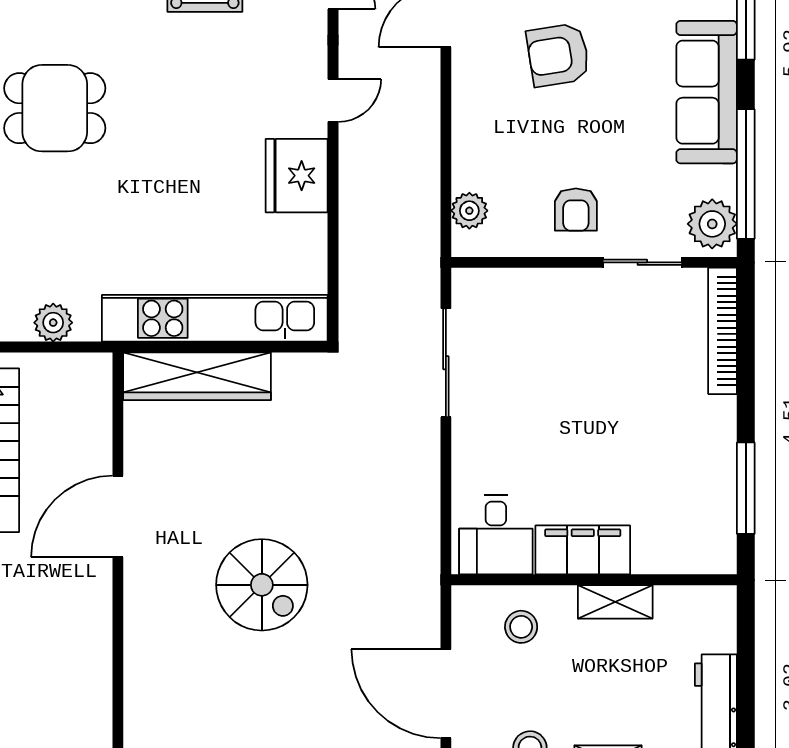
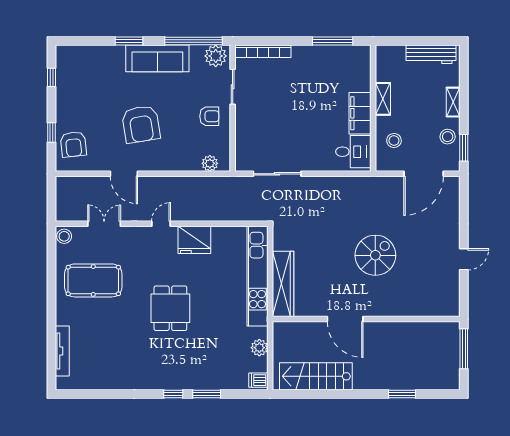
armchair: (558, 55) -> (141, 124), width x1.36, depth x1.36
door: (333, 100) -> (161, 224), hinge flipped
dining table: (55, 108) -> (170, 308), moved

